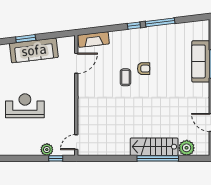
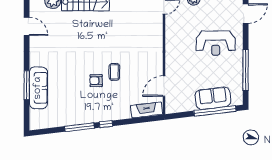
window: (26, 39) -> (215, 111), width x2.11
sofa: (34, 50) -> (213, 98), width x0.73

